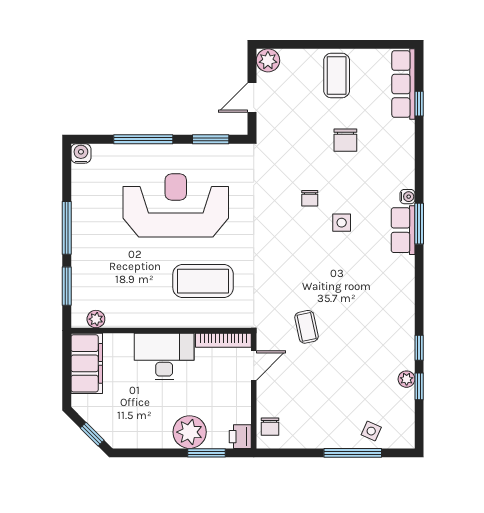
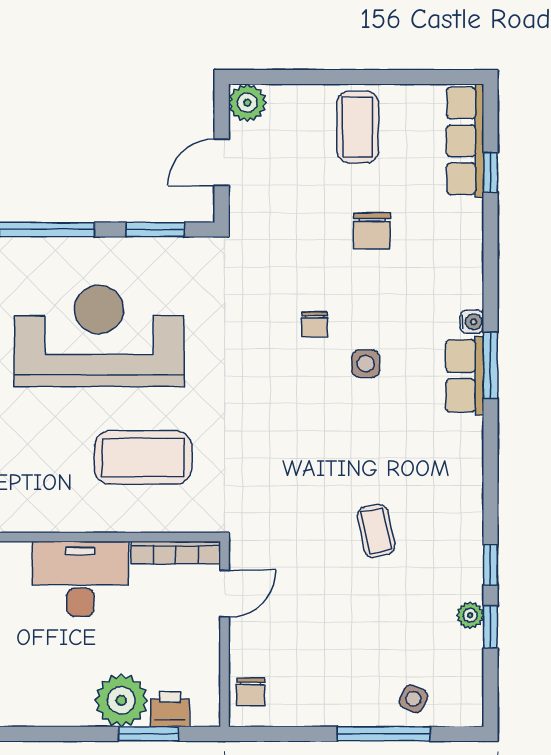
coffee table: (307, 327) -> (376, 531), moved
printer: (240, 437) -> (170, 709), moved, turned 90

